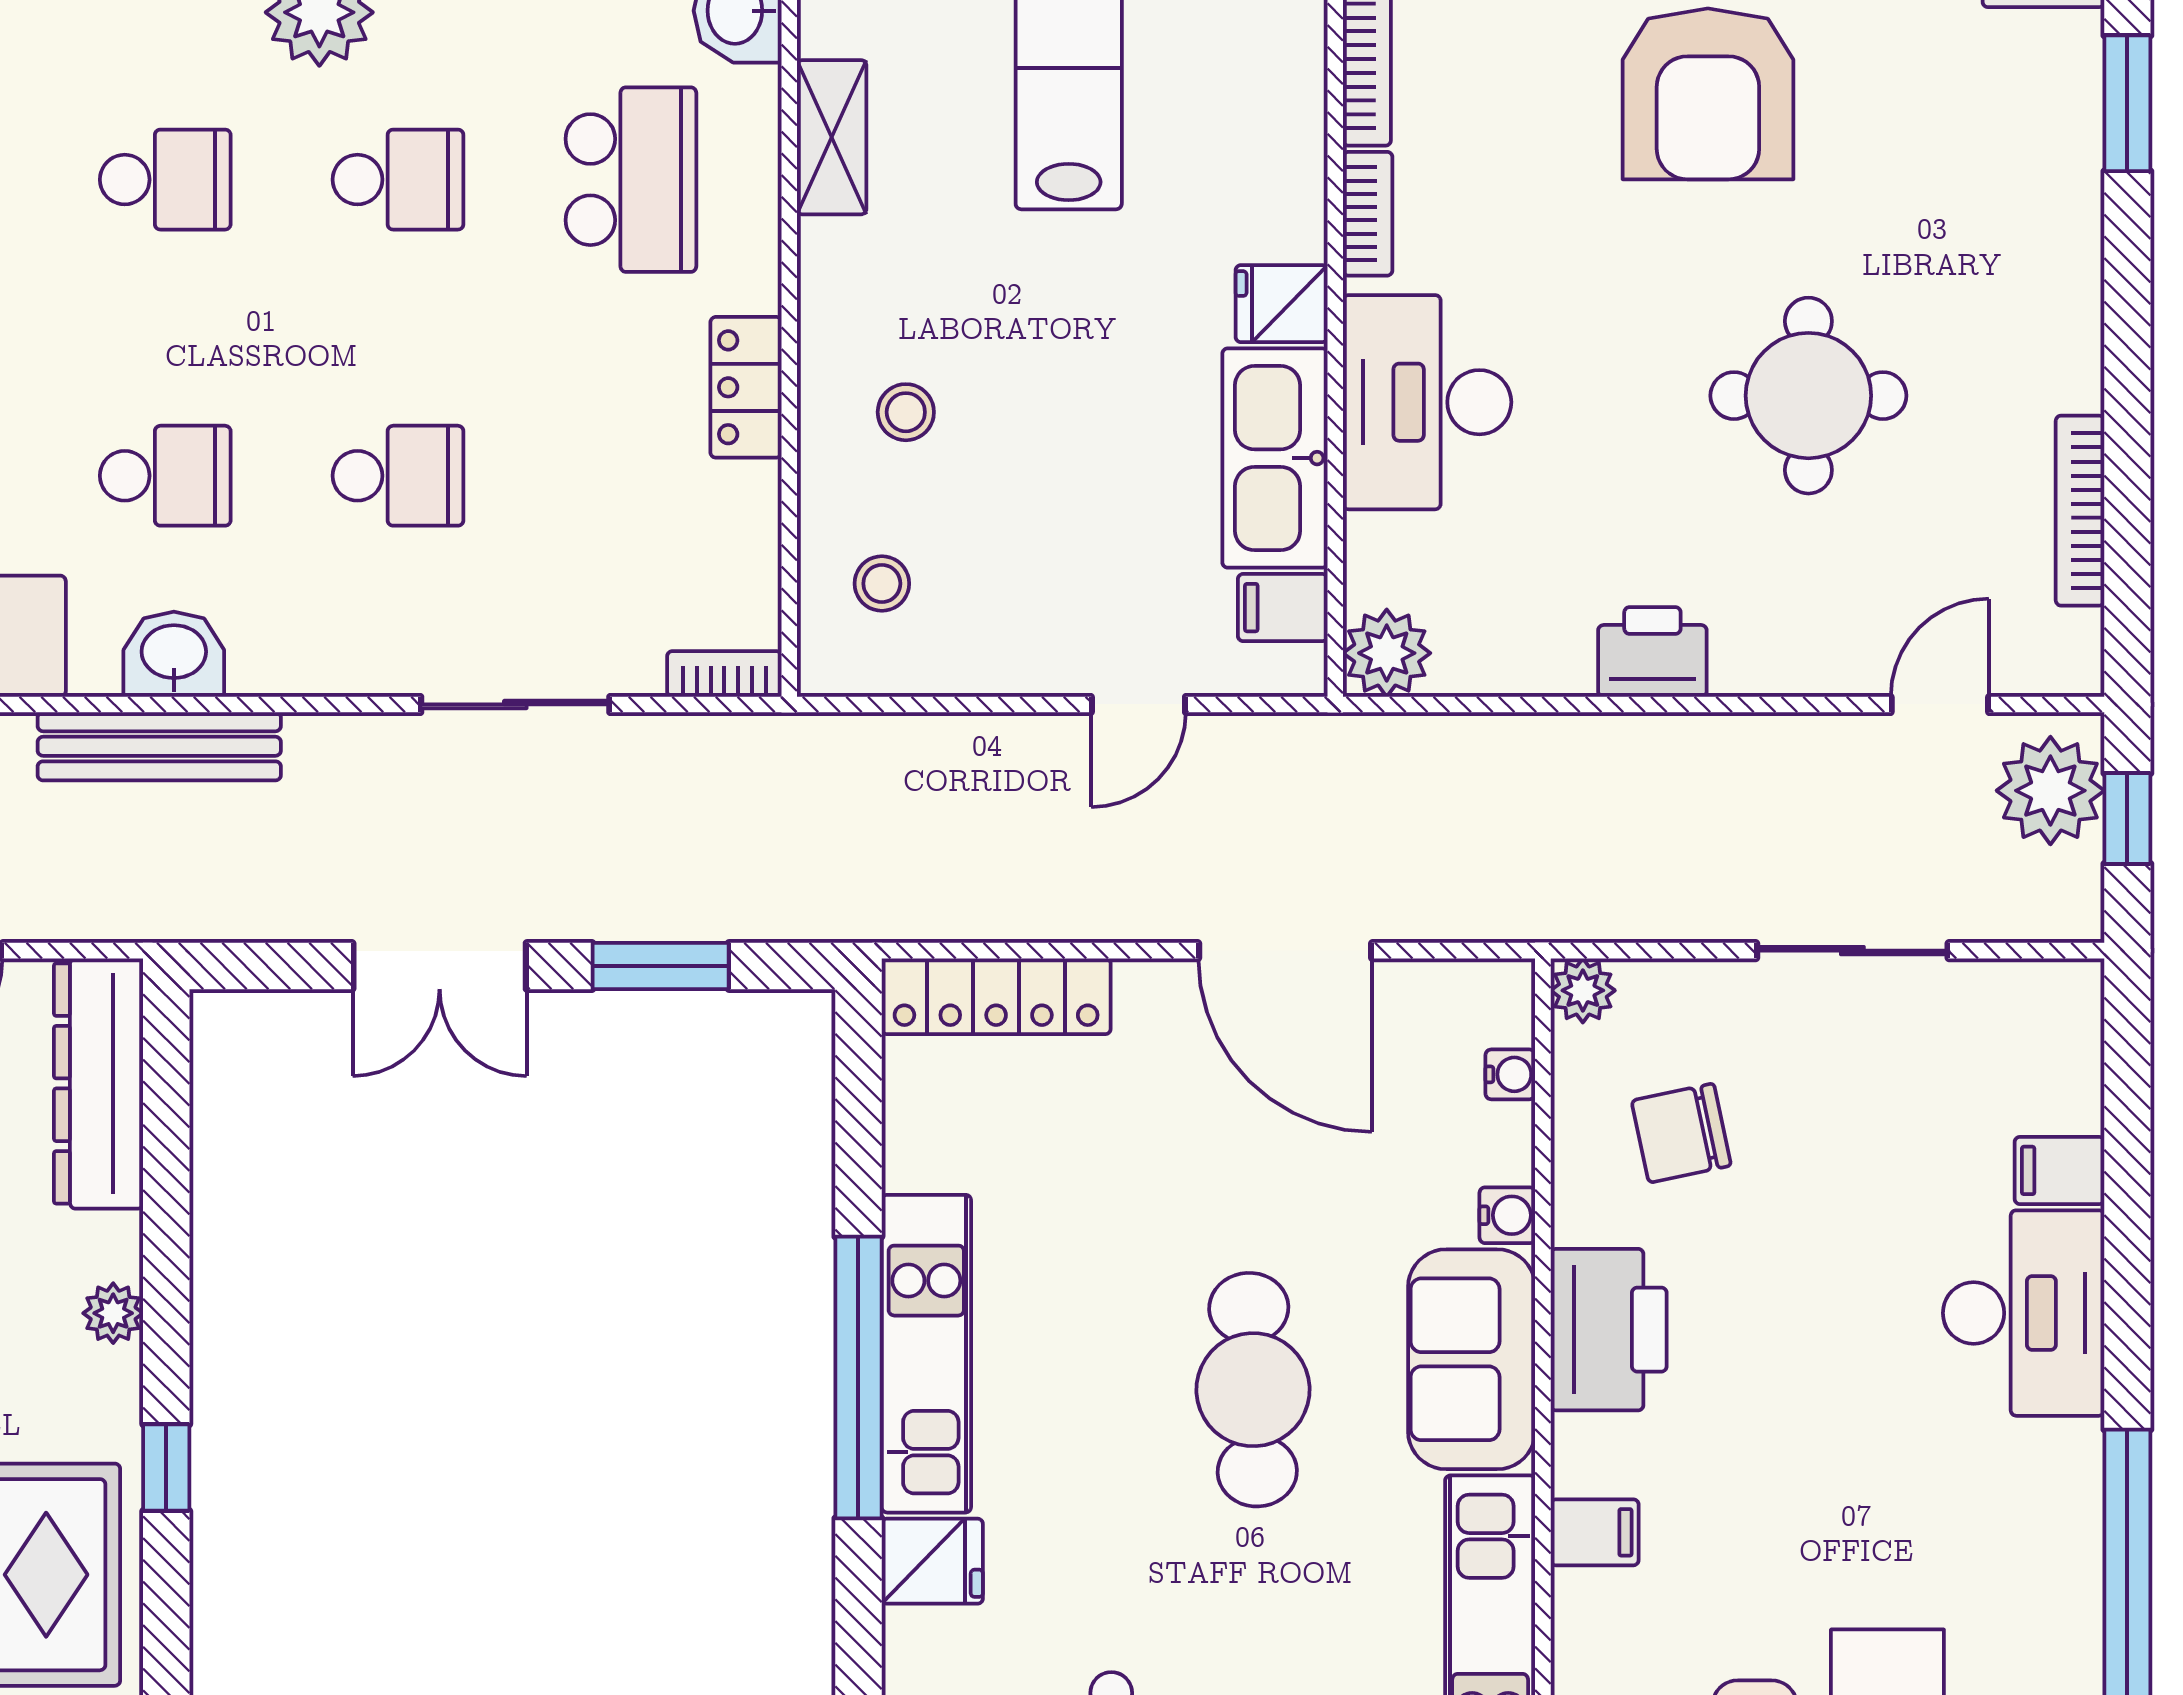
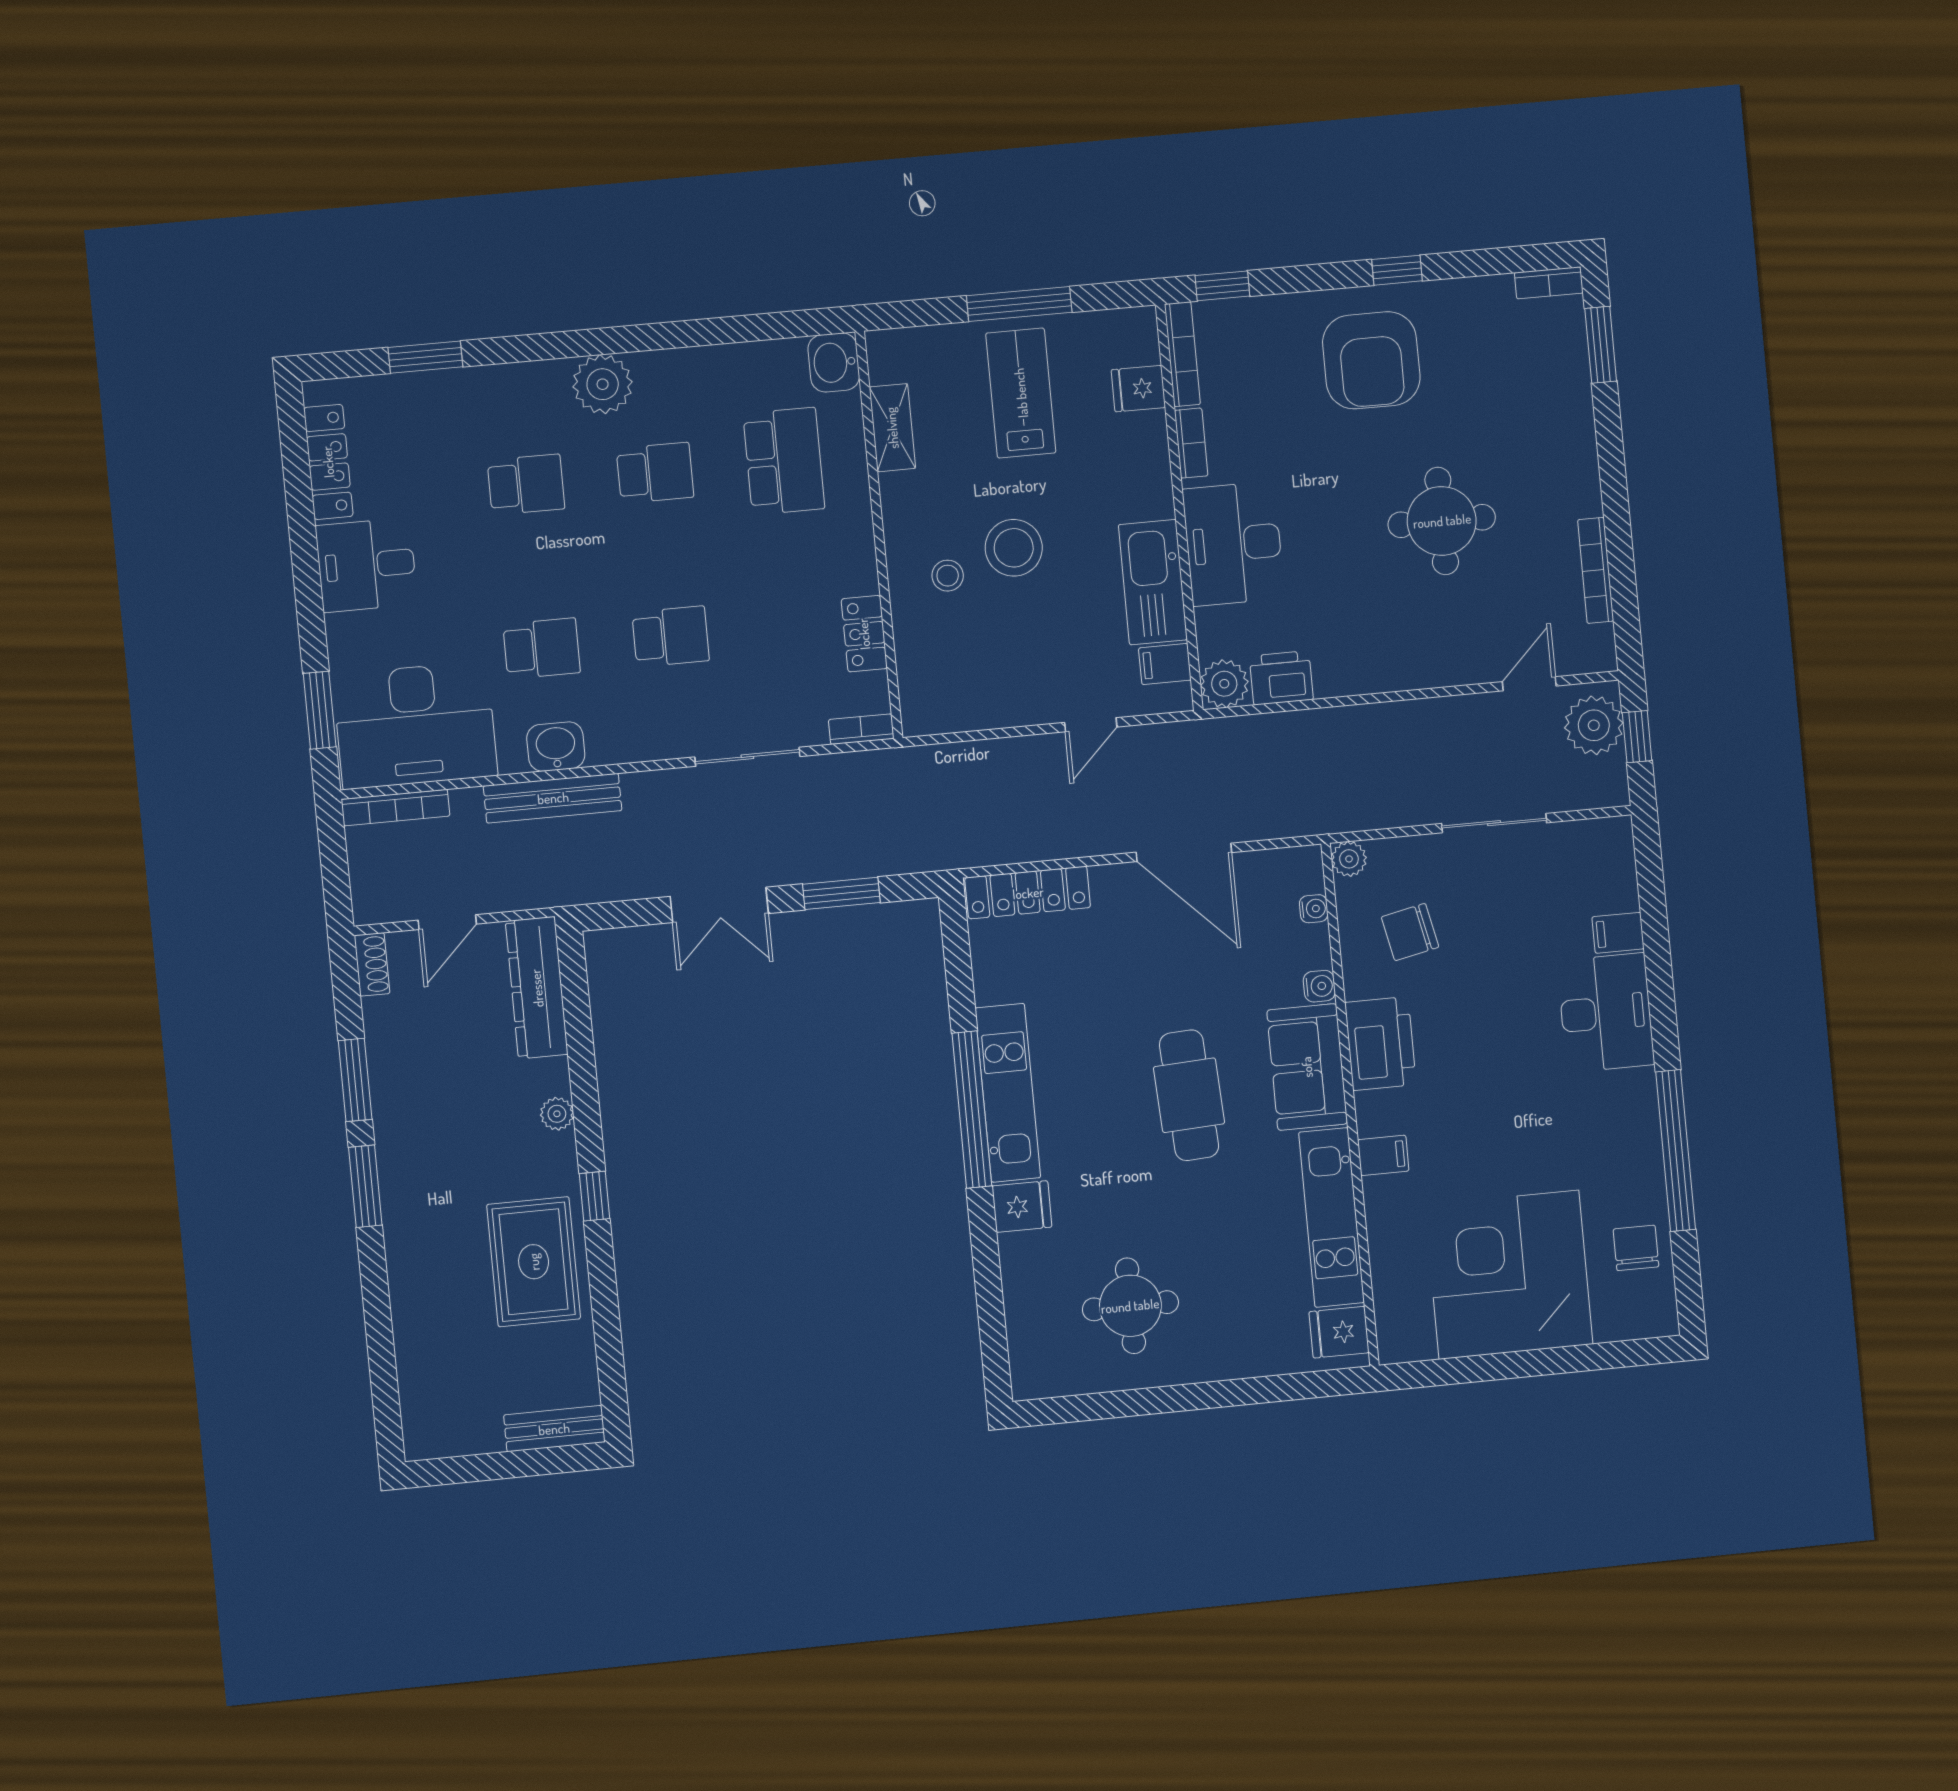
fridge: (1282, 304) -> (1138, 389), moved
locker: (746, 387) -> (864, 634), moved
stool: (882, 584) -> (1014, 548), moved, width x1.89, depth x1.89
printer: (1652, 652) -> (1281, 678), moved

